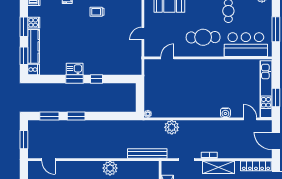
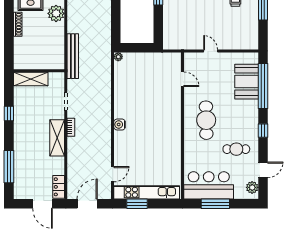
bar counter: (246, 45) -> (209, 185), moved, turned -90
water cooler: (225, 113) -> (120, 125), moved
plant: (172, 127) -> (103, 84), removed
locker: (256, 166) -> (59, 187), width x0.66

